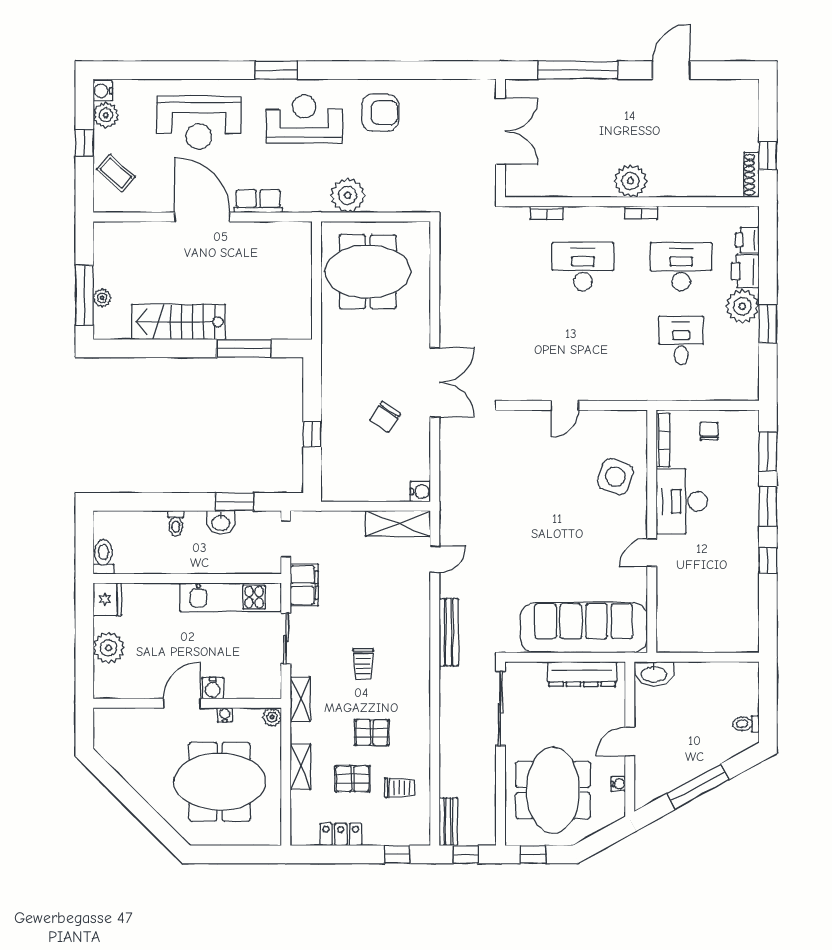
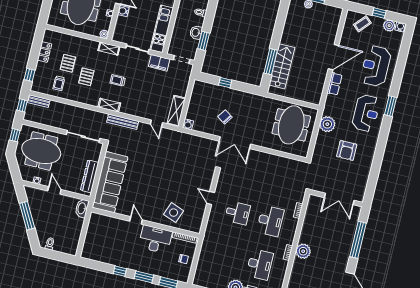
armchair: (380, 113) -> (347, 151), moved
stairs: (178, 322) -> (282, 66), moved
desk: (681, 340) -> (238, 213), moved
shelving: (301, 767) -> (109, 105), moved

